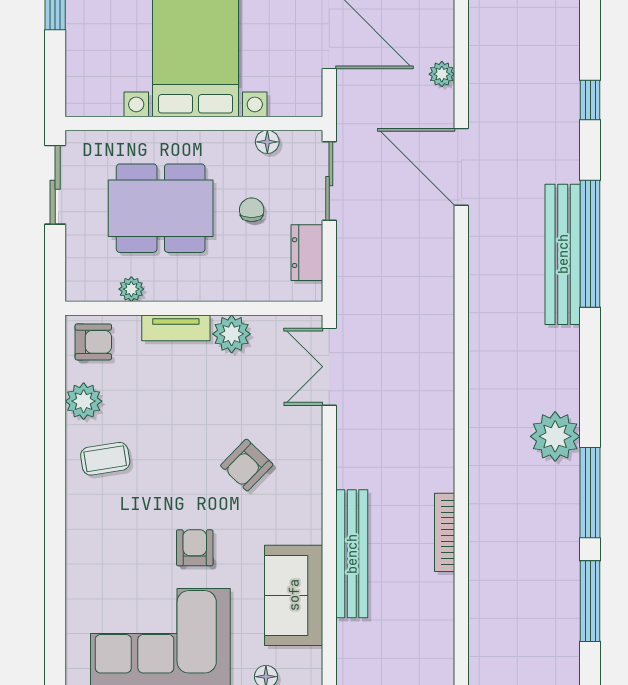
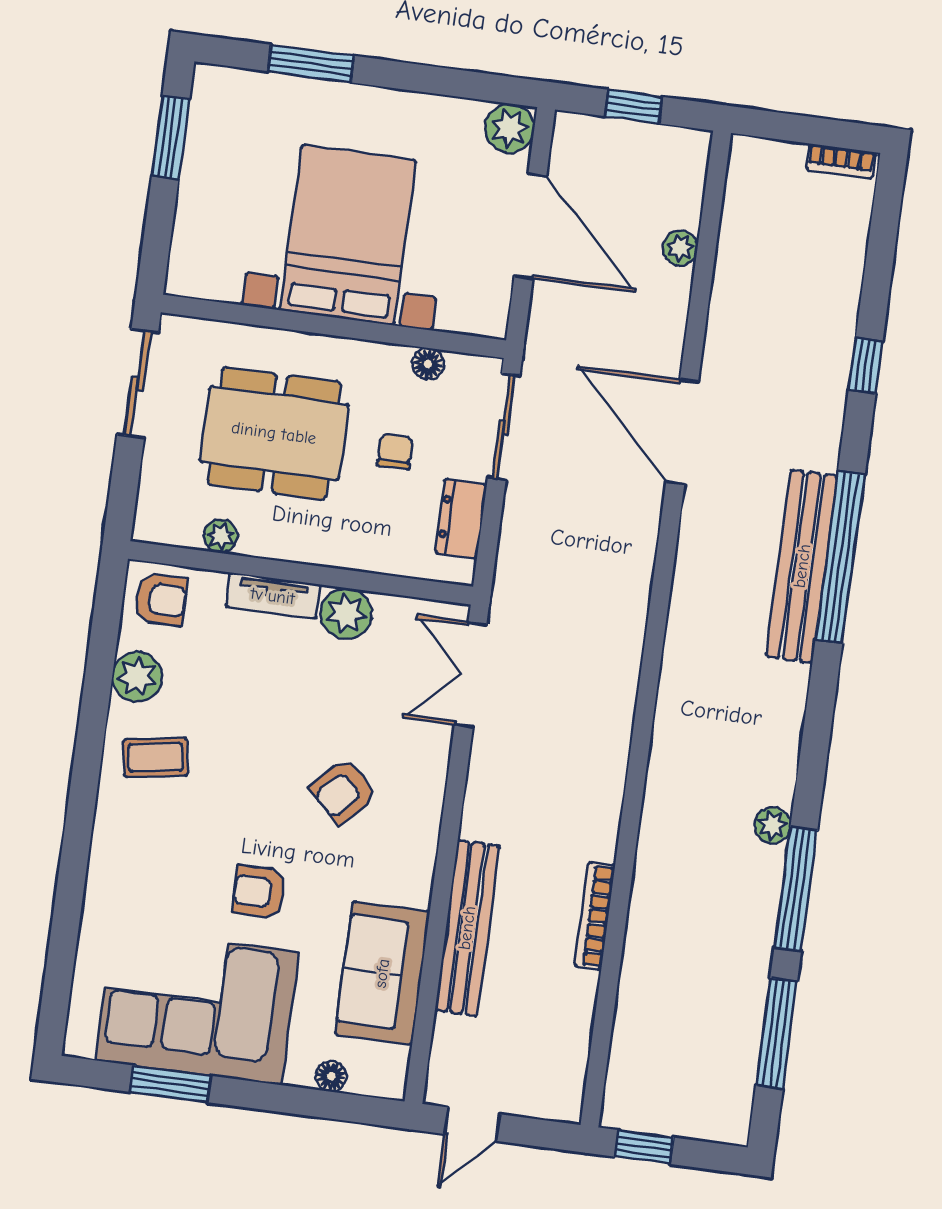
plant: (442, 74) -> (680, 248), moved
plant: (555, 436) -> (773, 825), width x0.53, depth x0.53
armchair: (195, 548) -> (259, 892), turned -90

